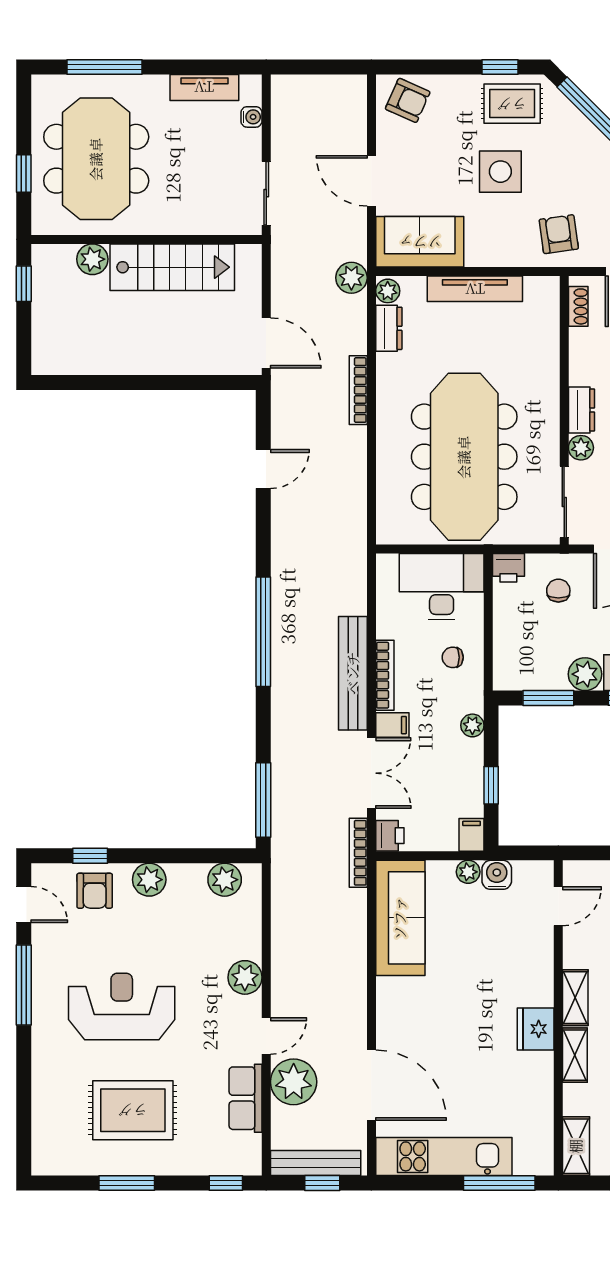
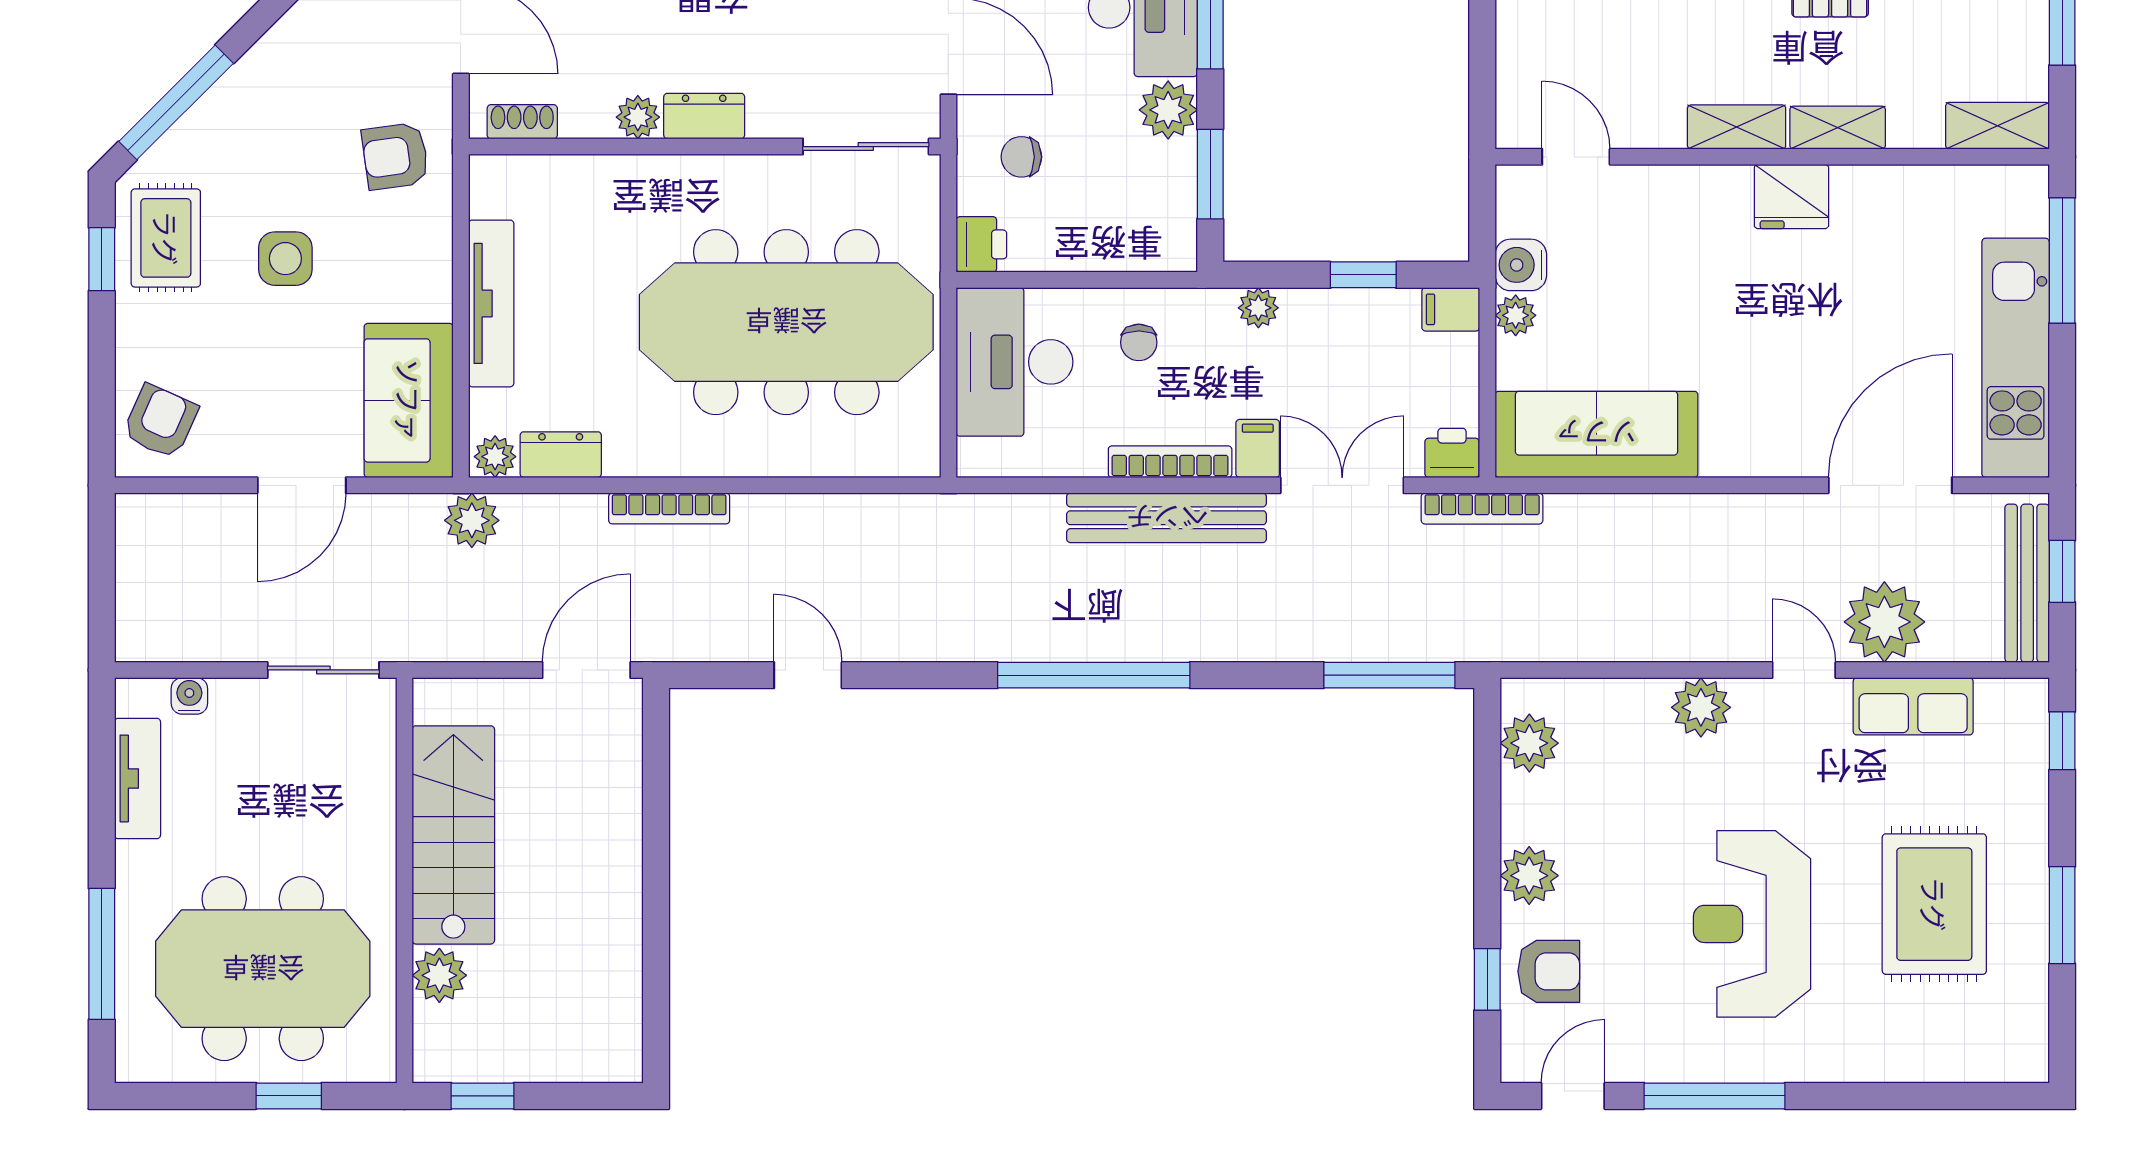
side table: (500, 172) -> (285, 259), width x0.73, depth x0.73
plant: (581, 448) -> (638, 117), moved

